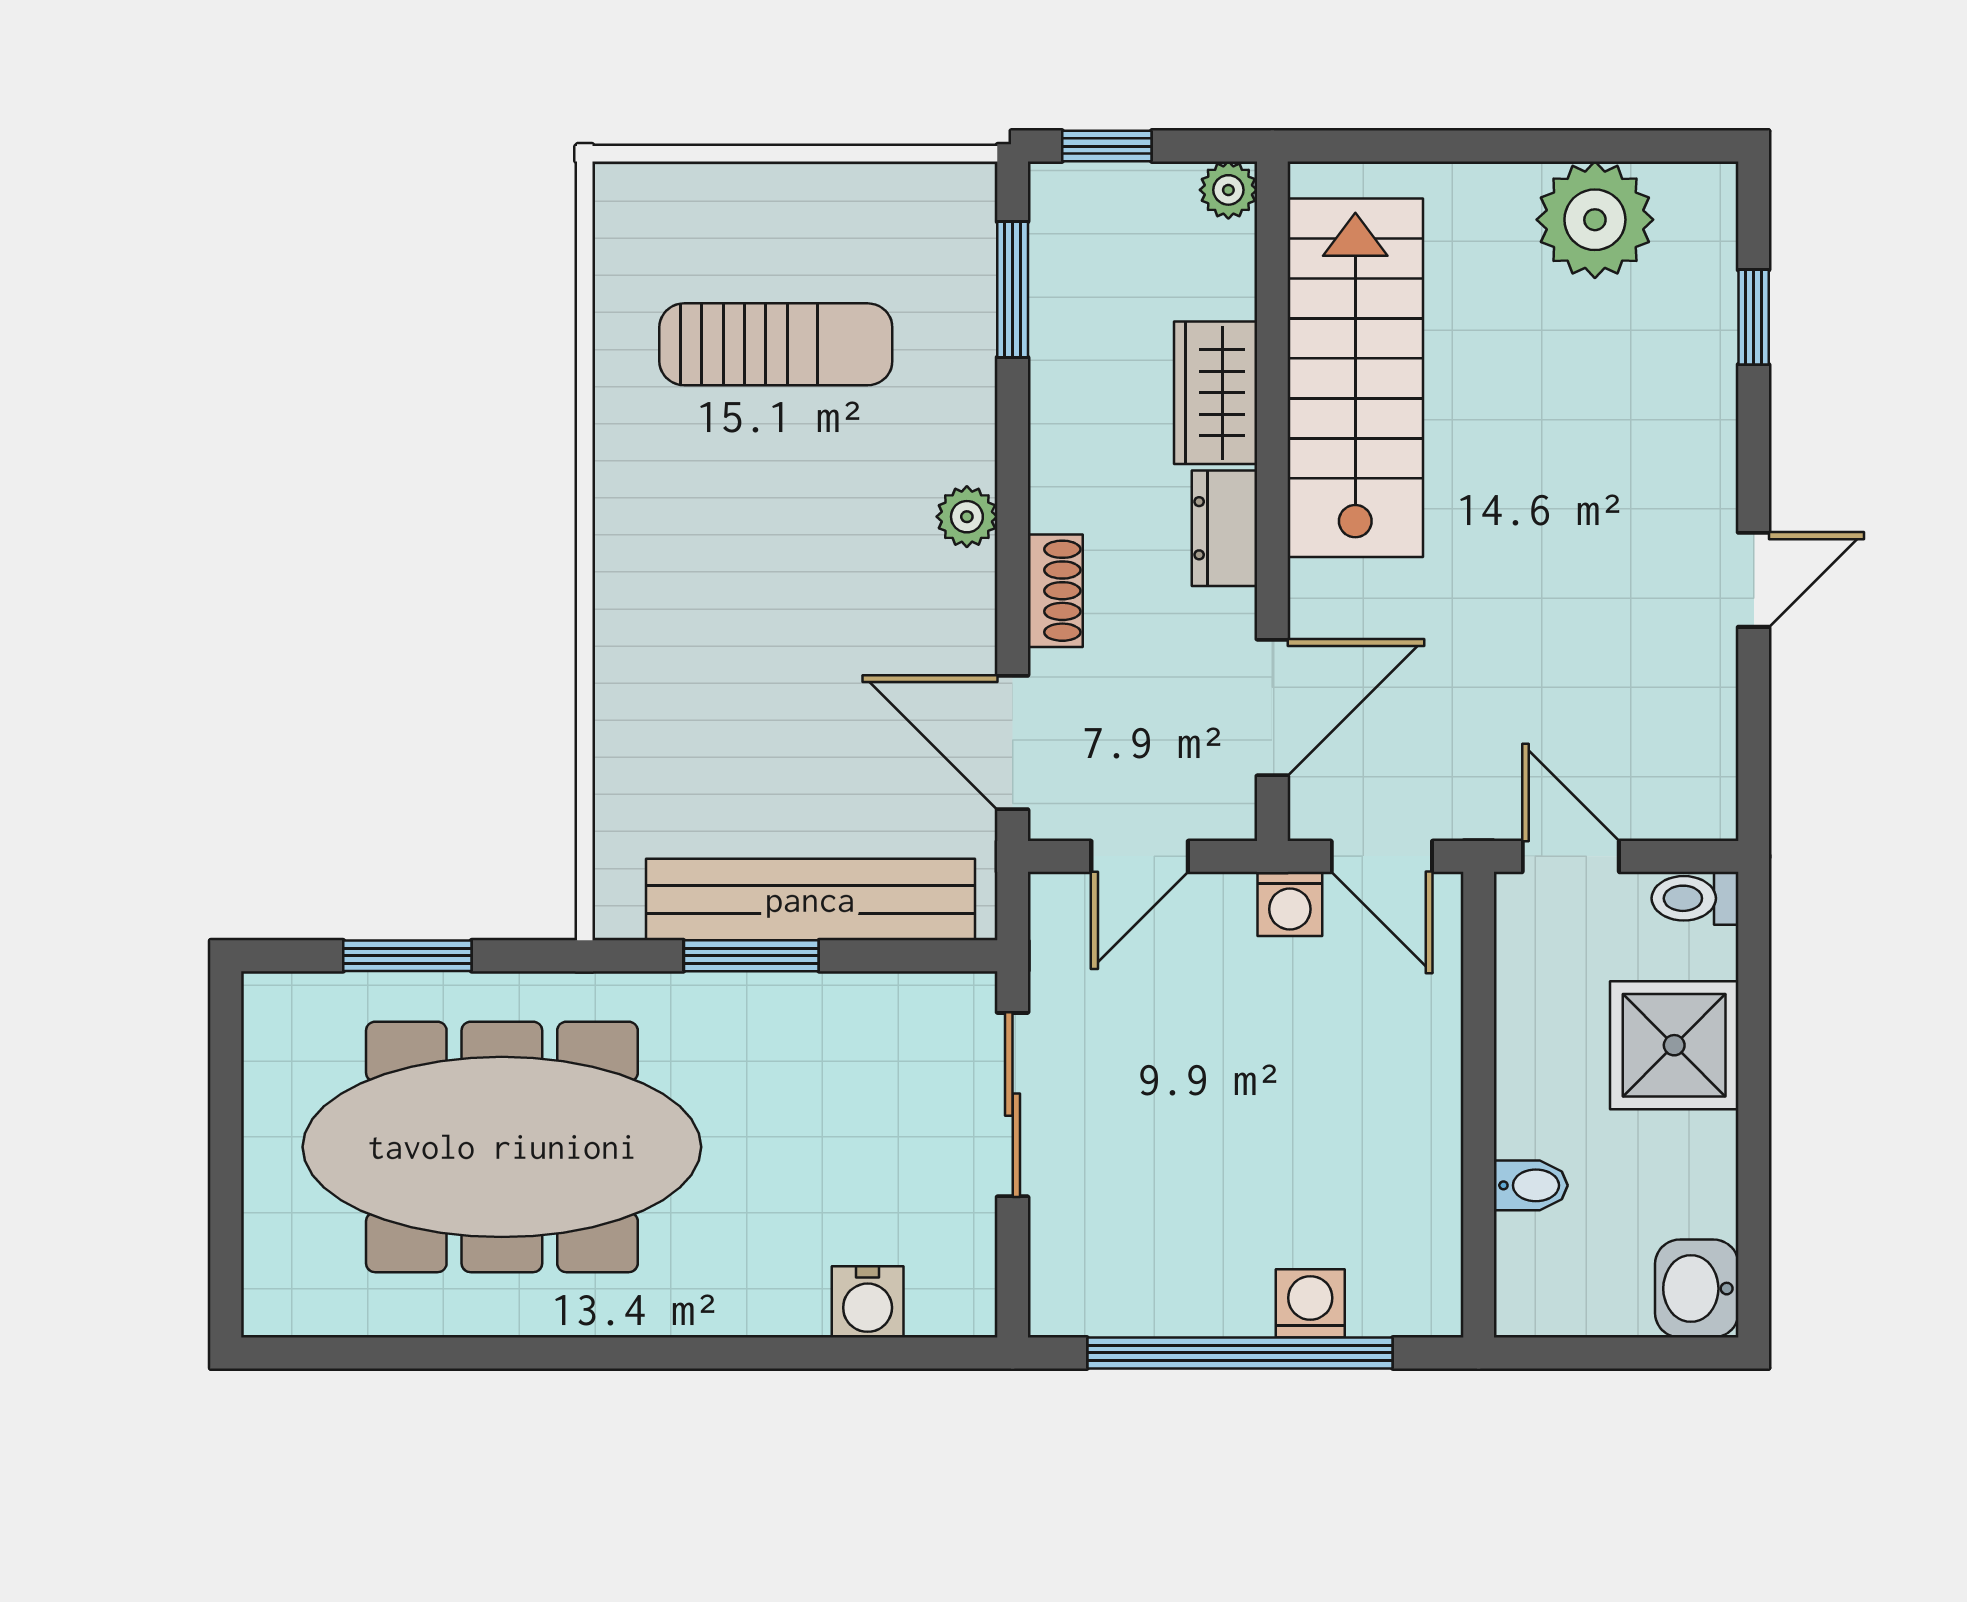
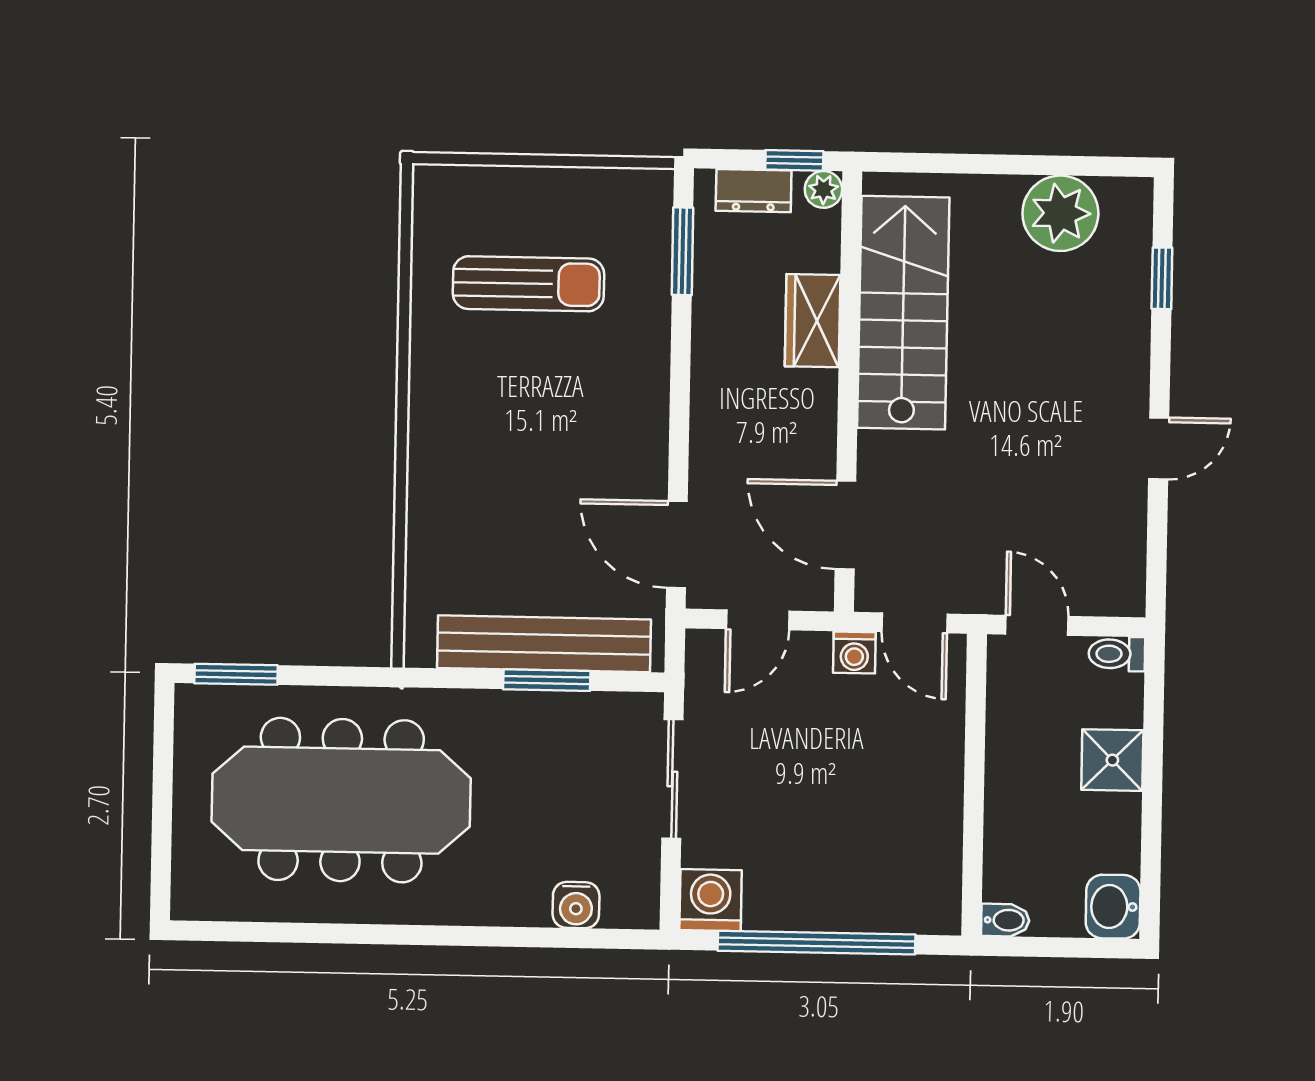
window: (1107, 146) -> (794, 160), moved
plant: (967, 517) -> (650, 398), removed
dresser: (1225, 528) -> (754, 191), moved, turned -90
shoe rack: (1055, 591) -> (706, 447), removed
door: (1272, 707) -> (845, 525), swing flipped
window: (407, 956) -> (236, 674), moved
window: (751, 956) -> (547, 680), moved
shower: (1674, 1045) -> (1112, 760), width x0.73, depth x0.73
bidet: (1531, 1185) -> (1005, 920), moved
washing machine: (1310, 1303) -> (711, 900), moved, width x1.38, depth x1.38

